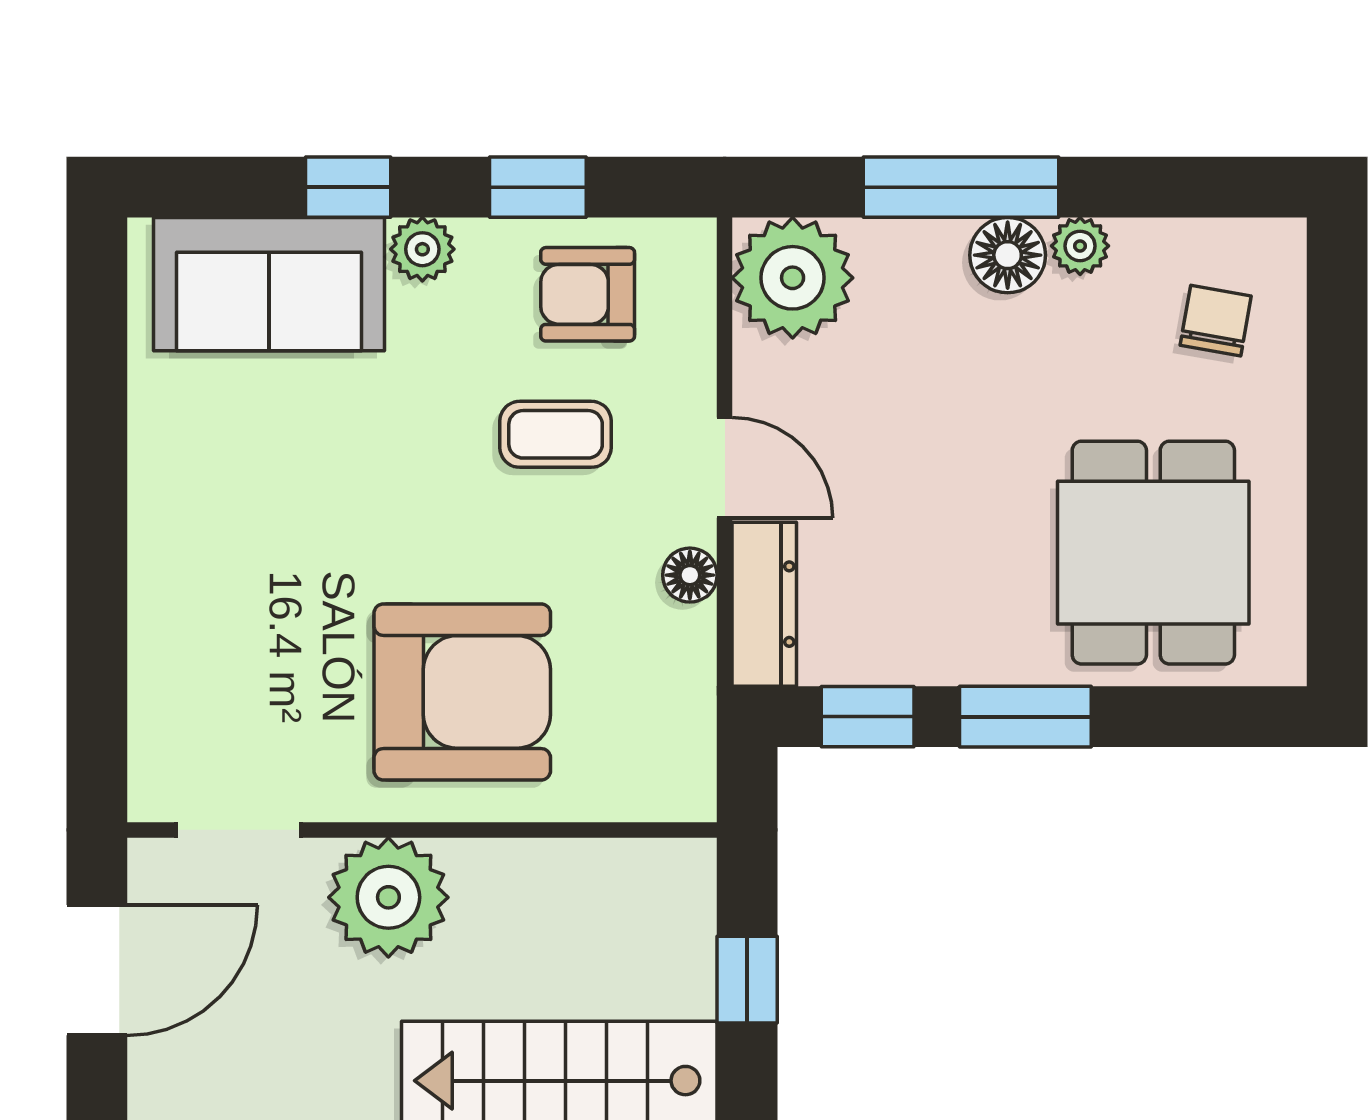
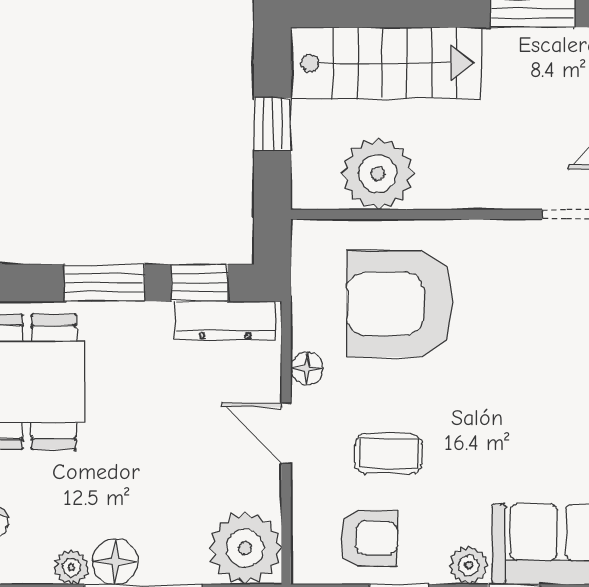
dresser: (764, 604) -> (225, 321), moved, turned -90
armchair: (462, 692) -> (400, 304), moved
plant: (388, 897) -> (378, 174), moved

